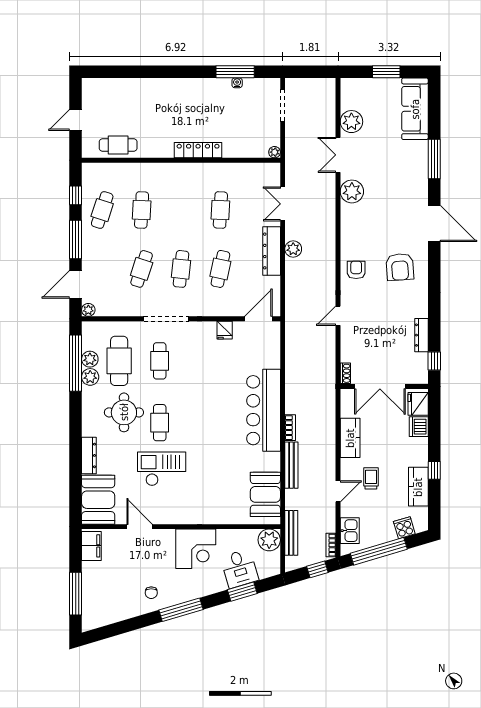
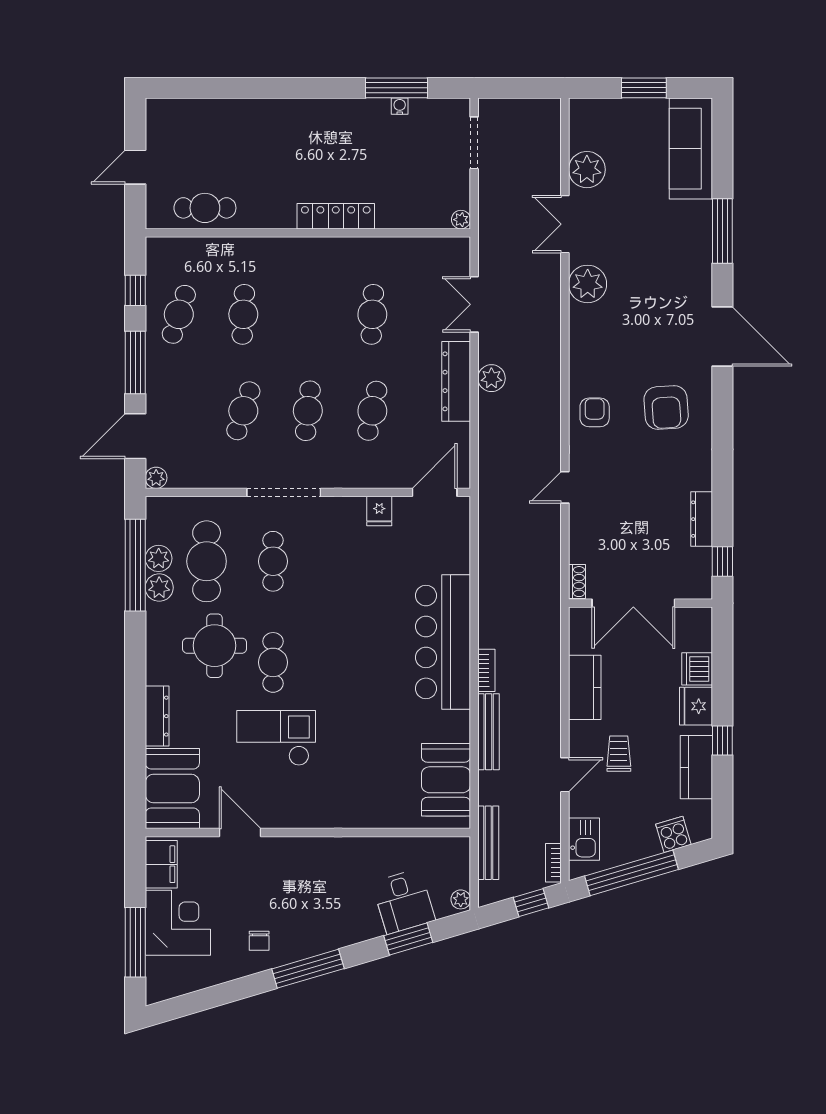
fridge: (418, 404) -> (696, 706), moved
plant: (269, 540) -> (461, 899), moved, width x0.53, depth x0.53
corner desk: (196, 549) -> (178, 923), moved, turned -90

